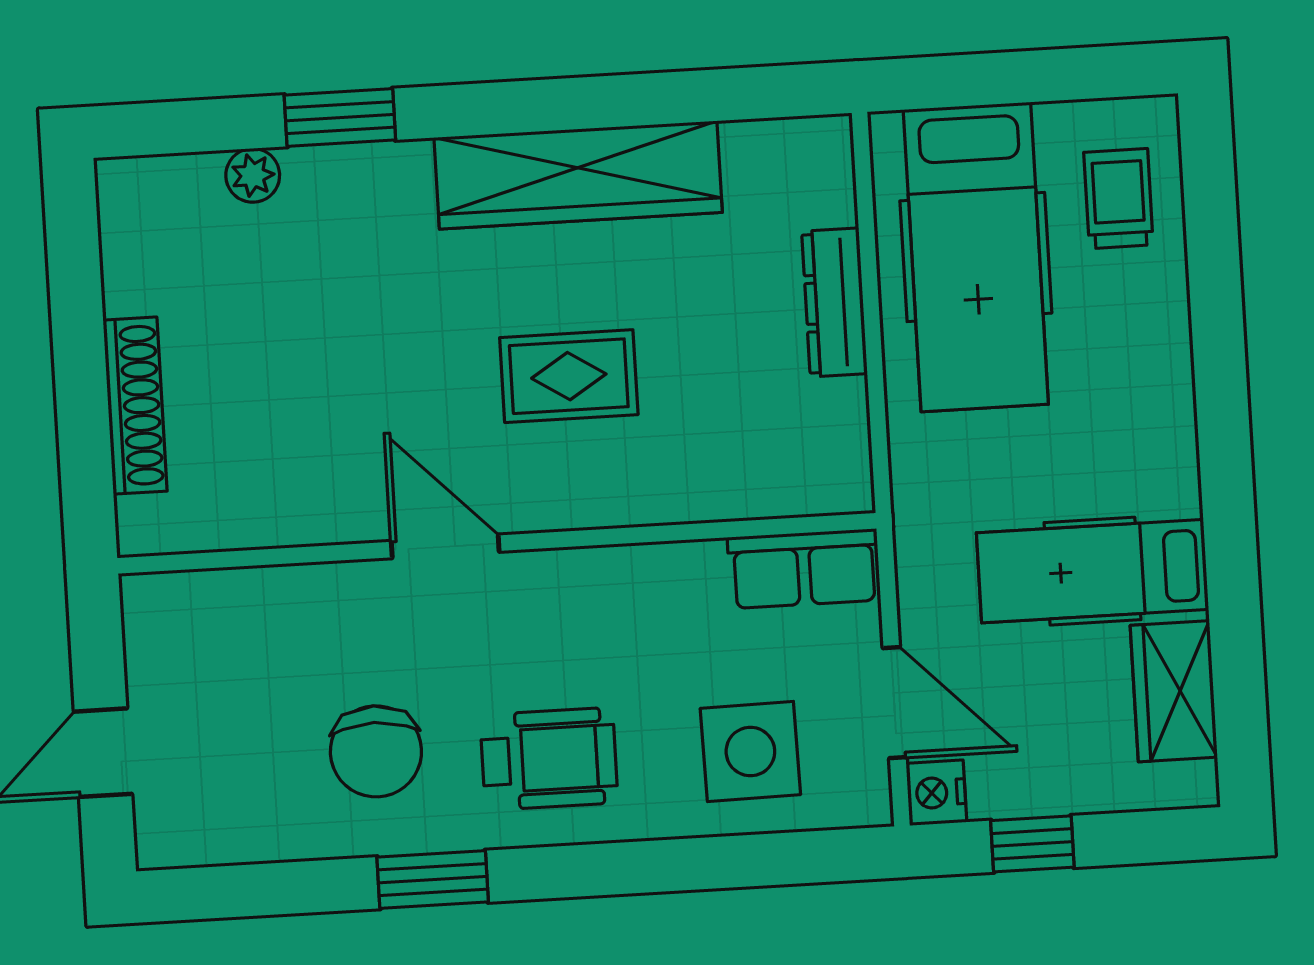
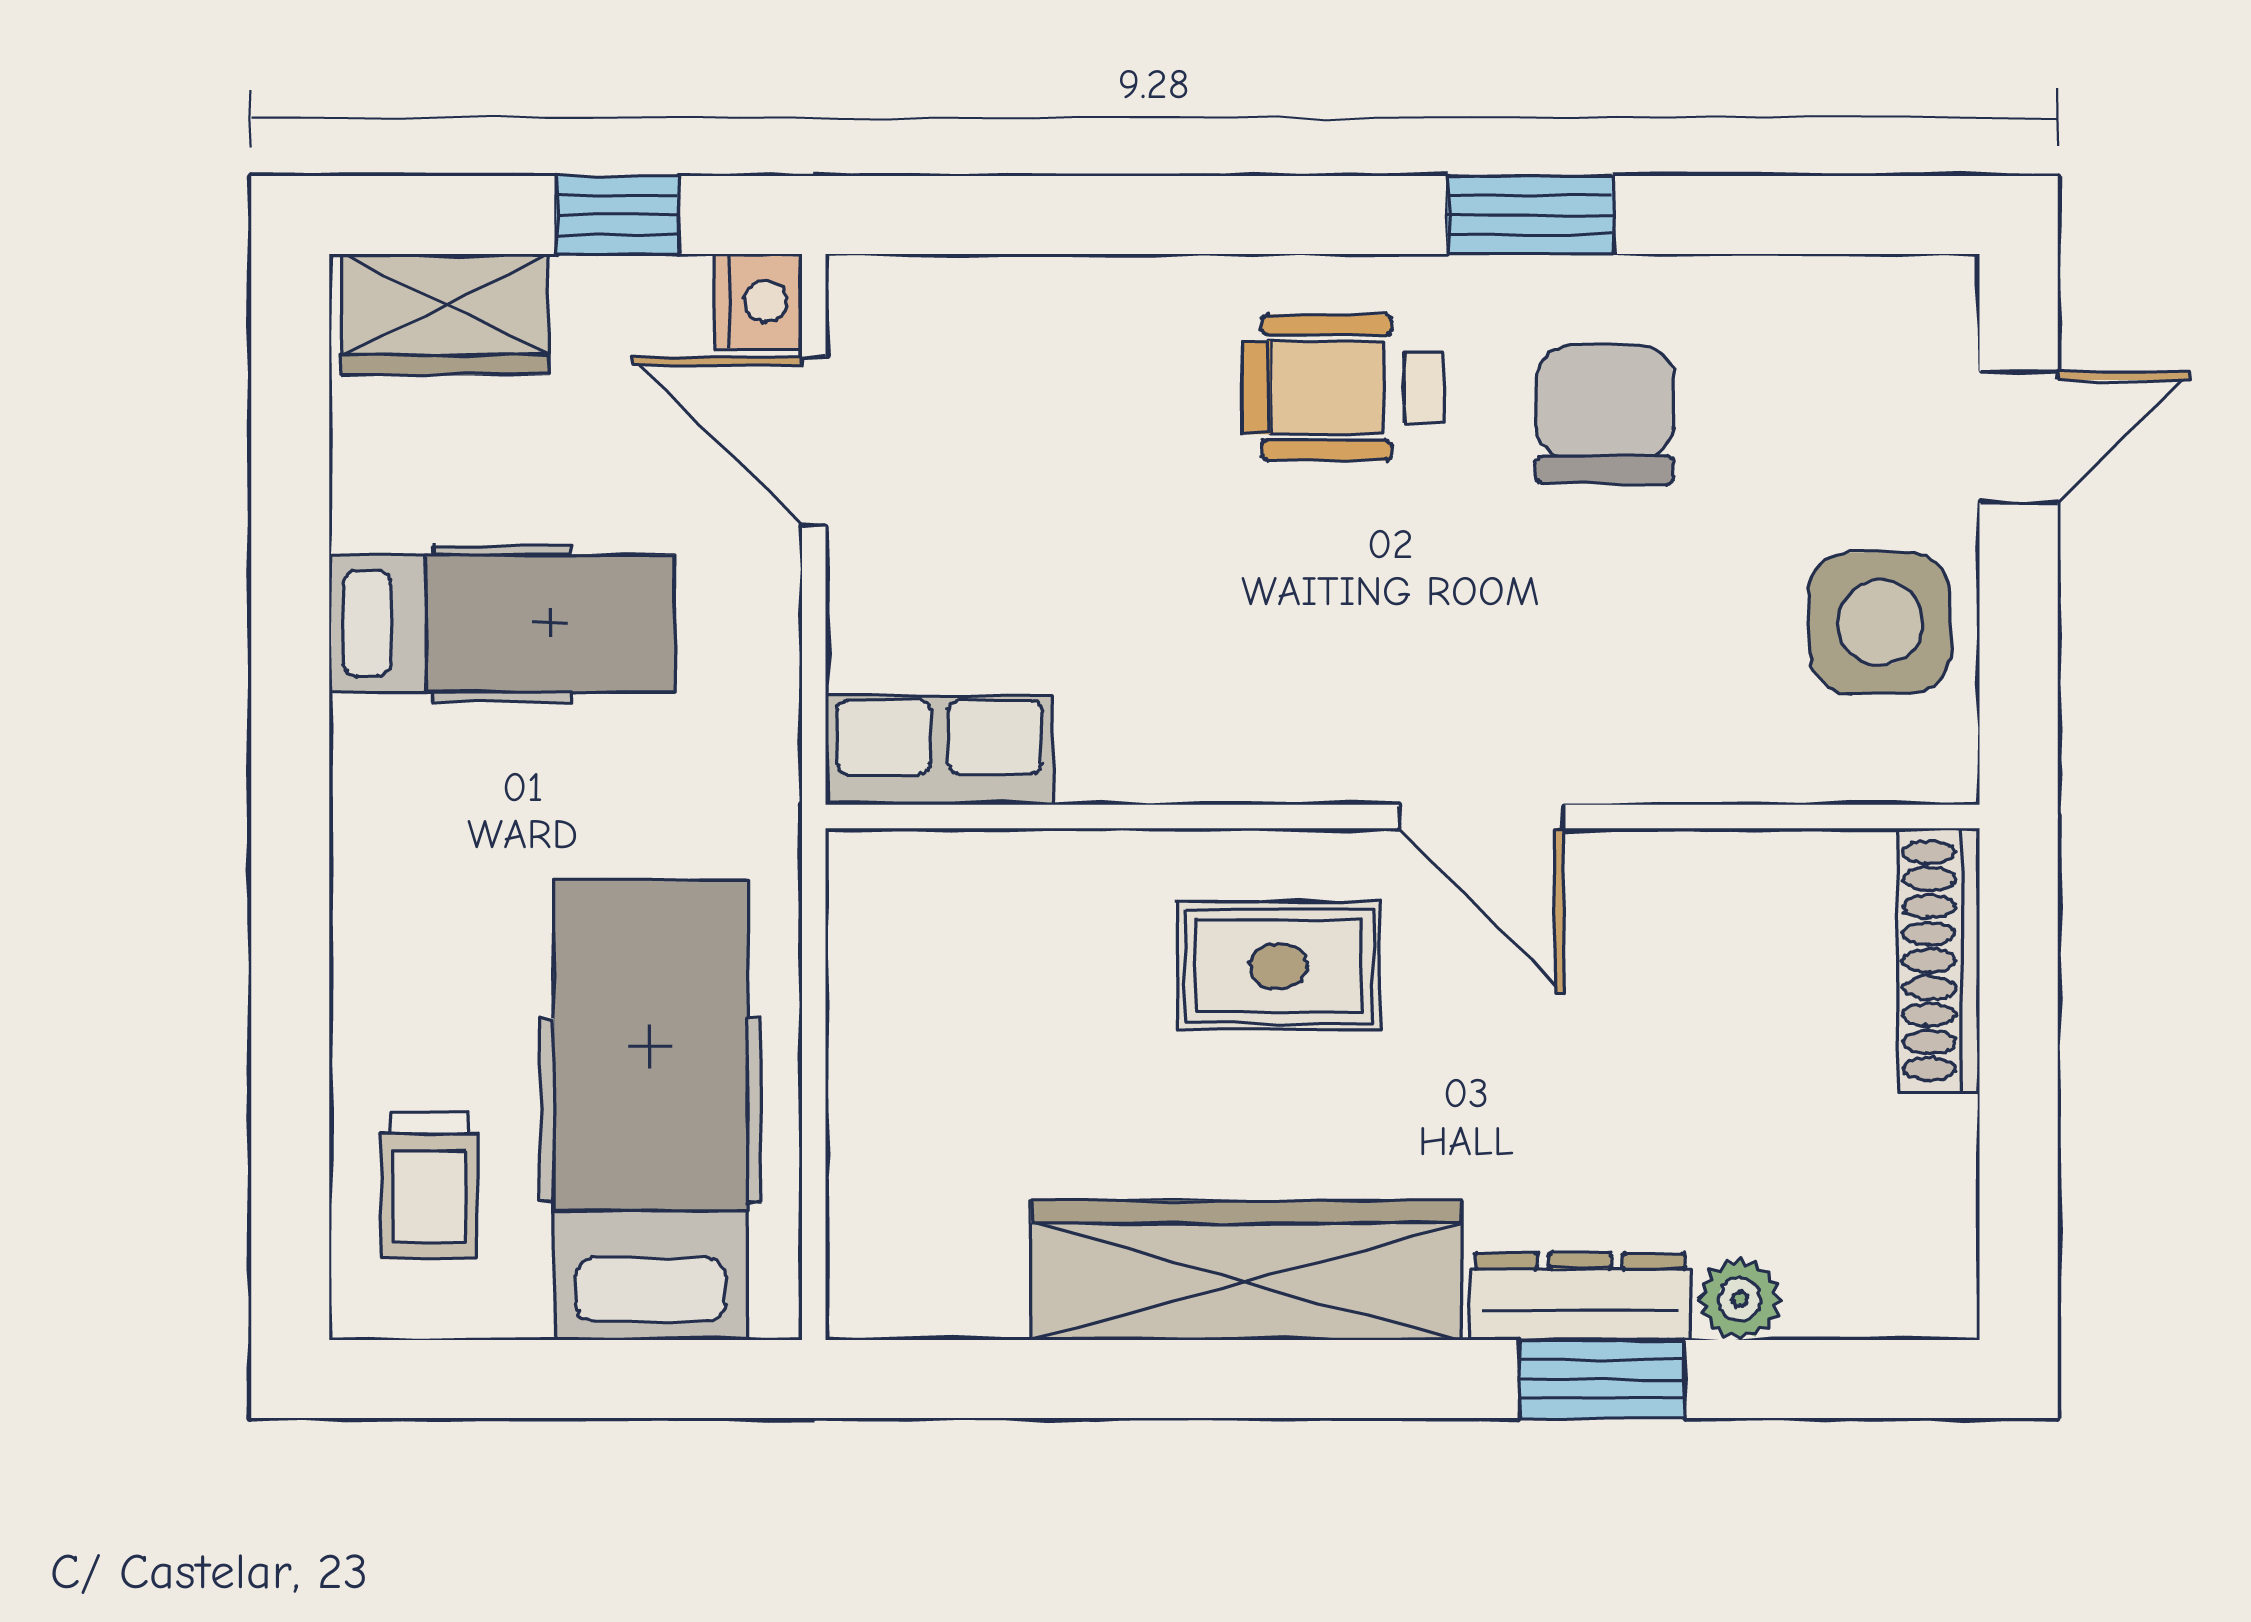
dresser: (834, 302) -> (1580, 1297), moved, turned -90
wall: (497, 543) -> (1403, 816), moved
door: (445, 546) -> (1481, 816), moved
row of seats: (804, 569) -> (939, 750), moved
wardrobe: (1174, 691) -> (445, 314), moved, turned 90
side table: (750, 752) -> (1880, 623), moved

